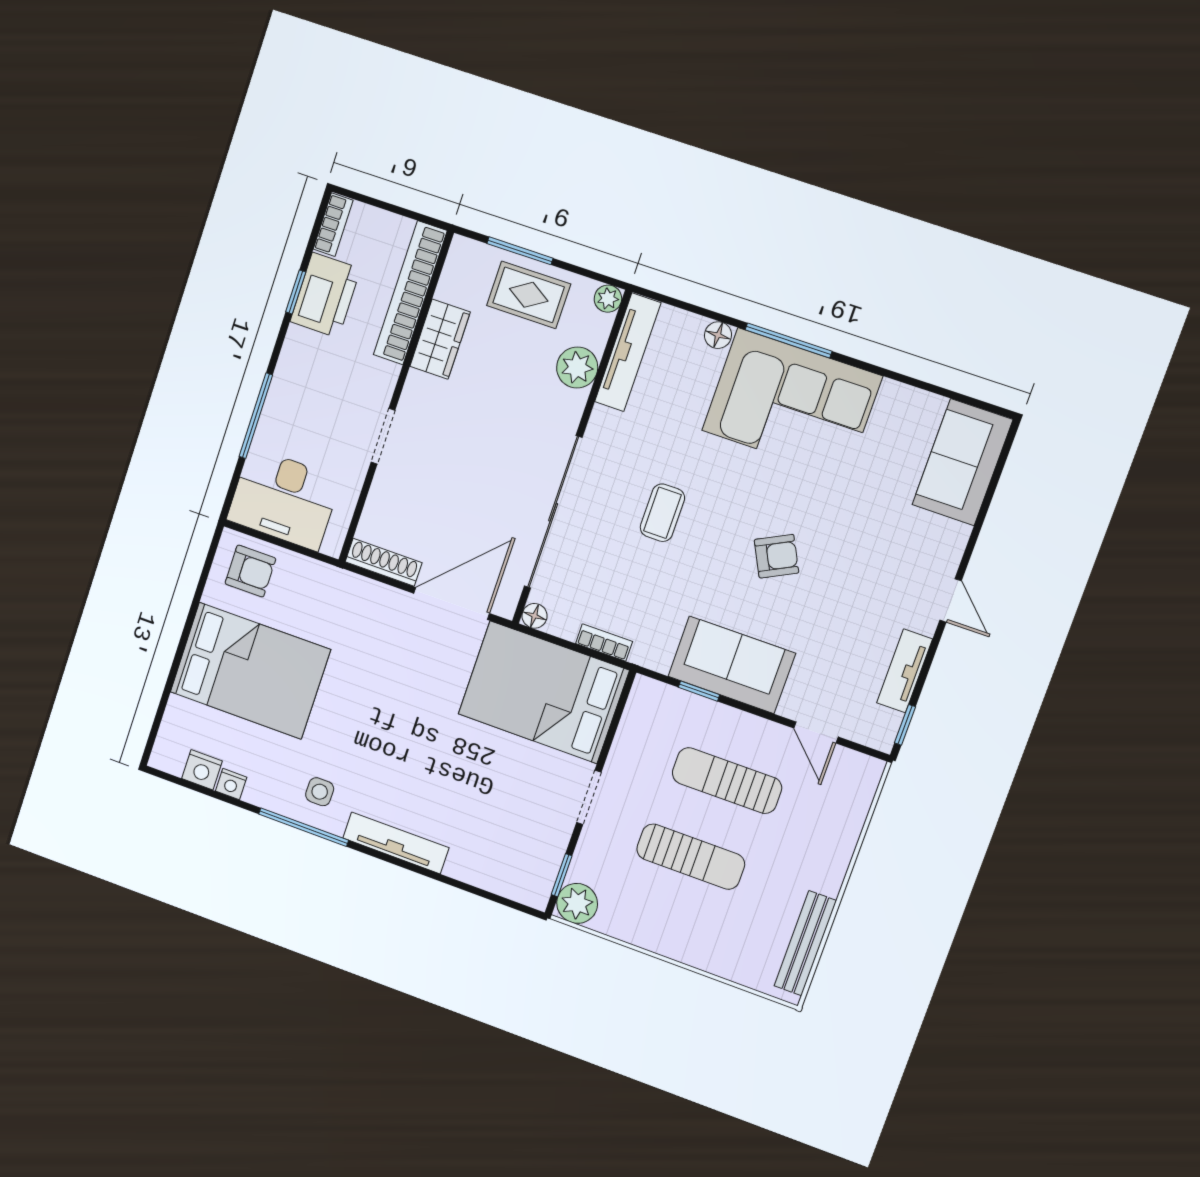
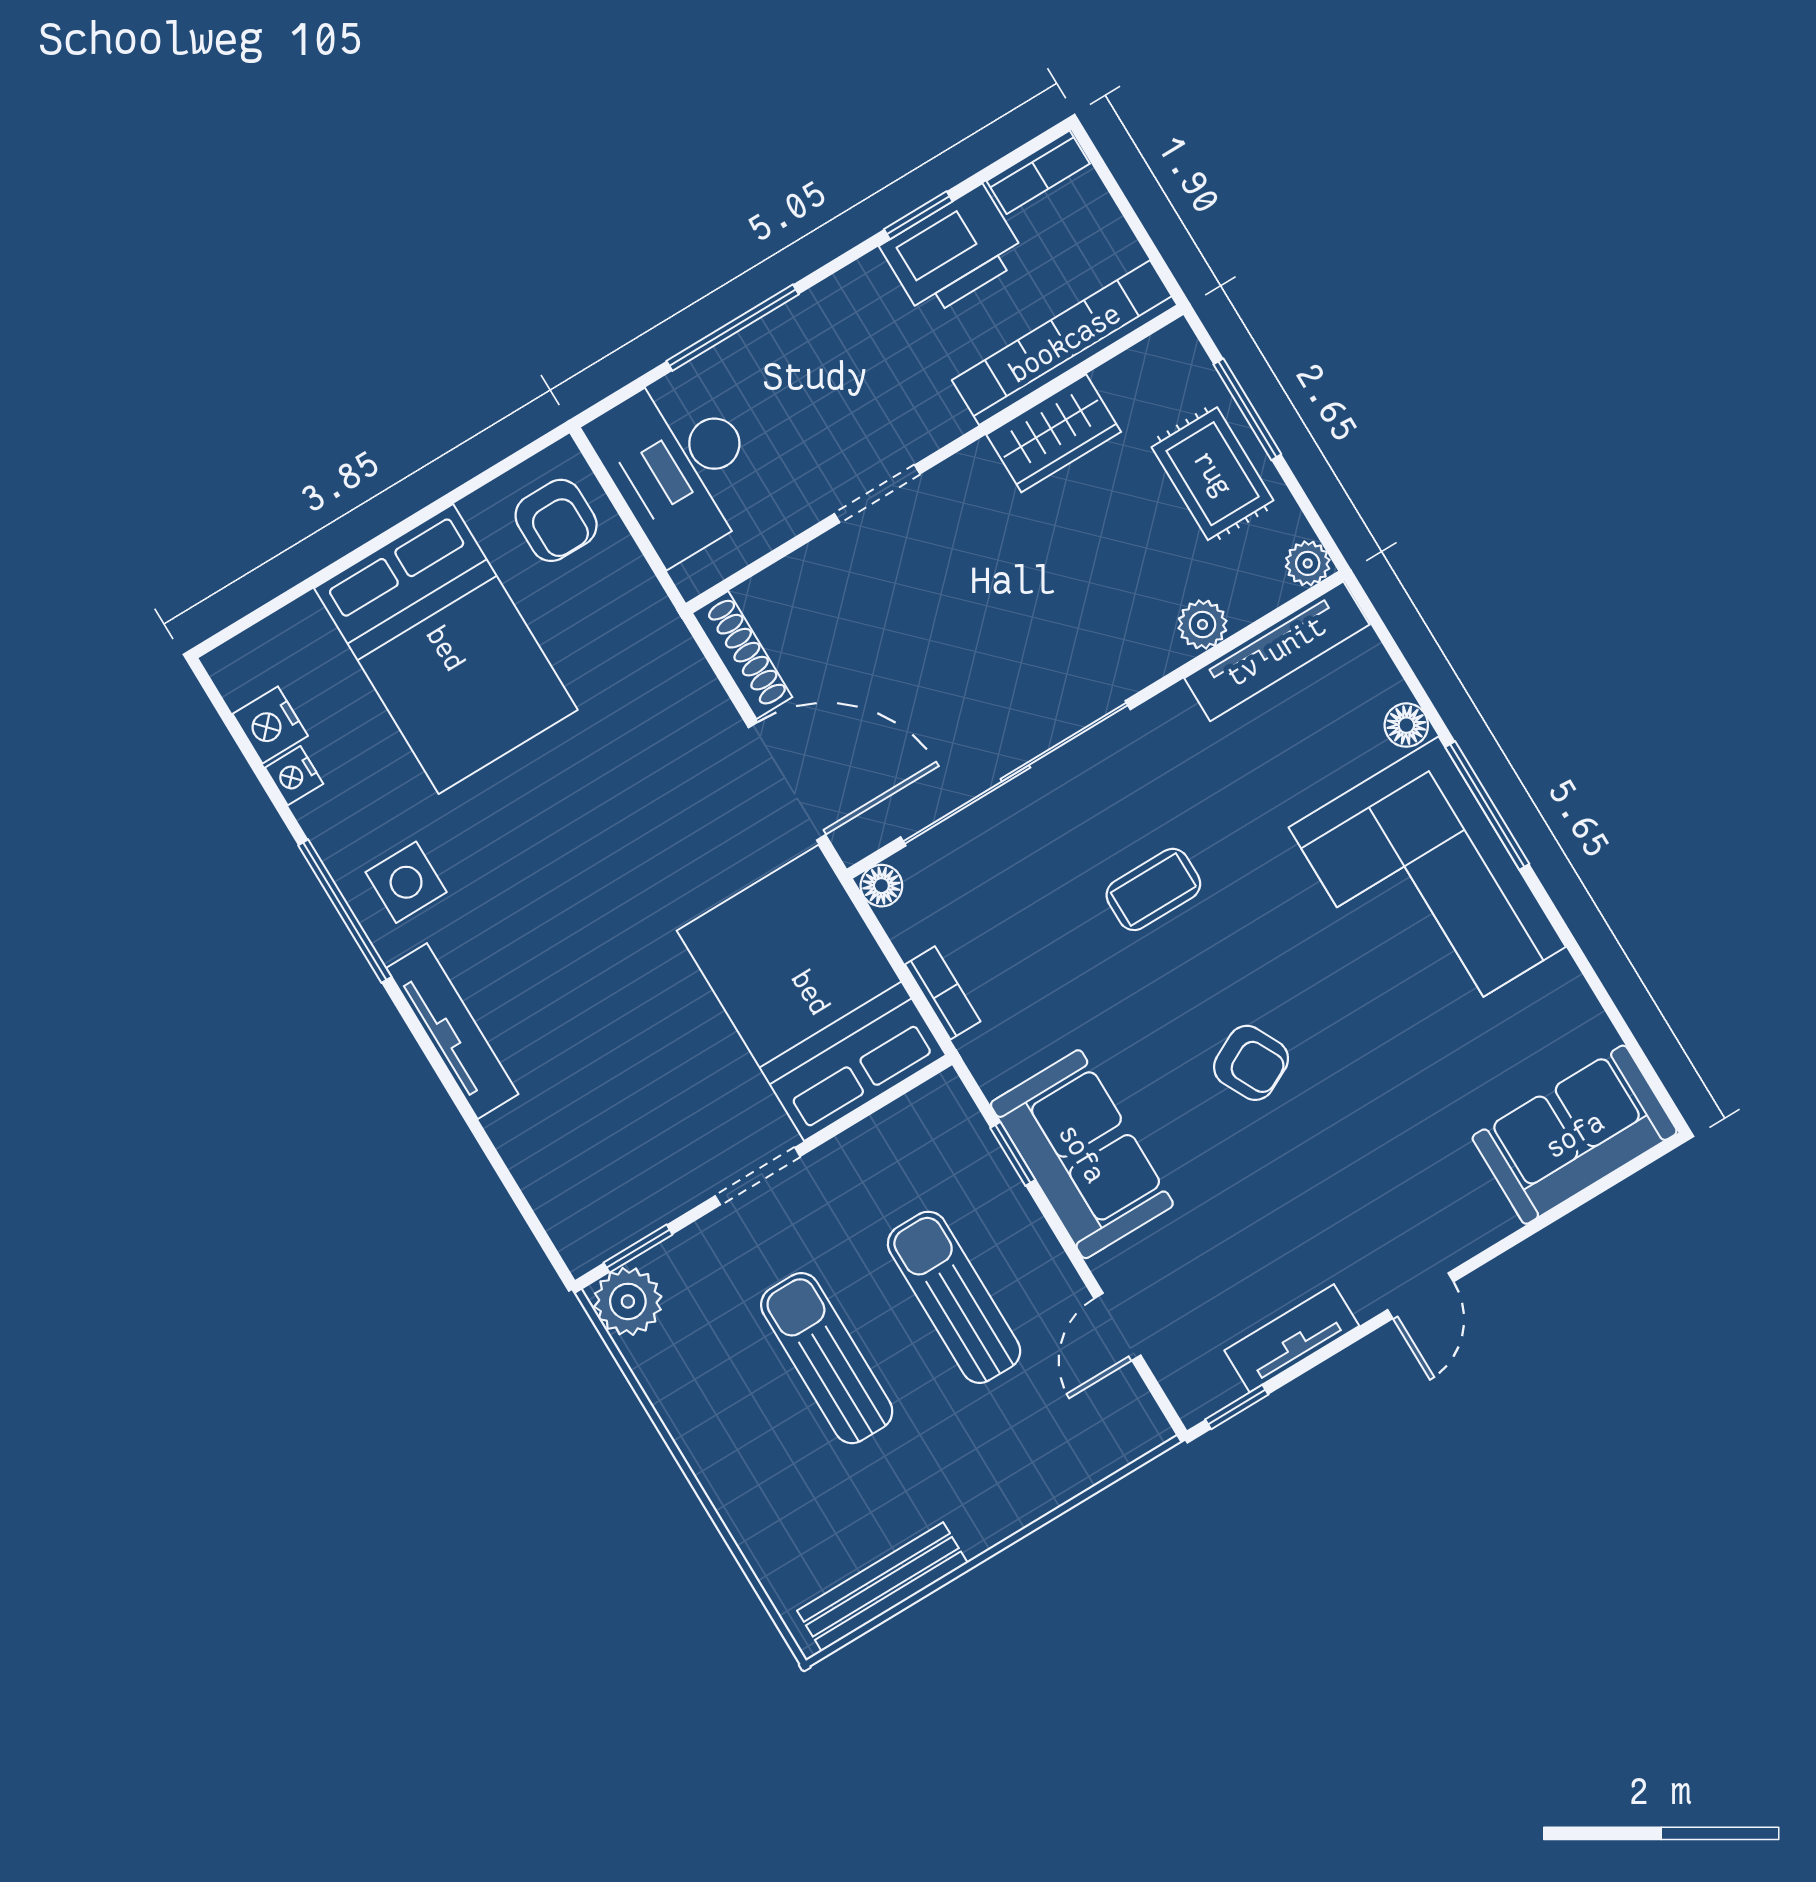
plant: (577, 367) -> (1202, 625), width x0.73, depth x0.73
side table: (320, 792) -> (406, 882), width x1.37, depth x1.37
sun lounger: (691, 857) -> (827, 1358), turned 180

